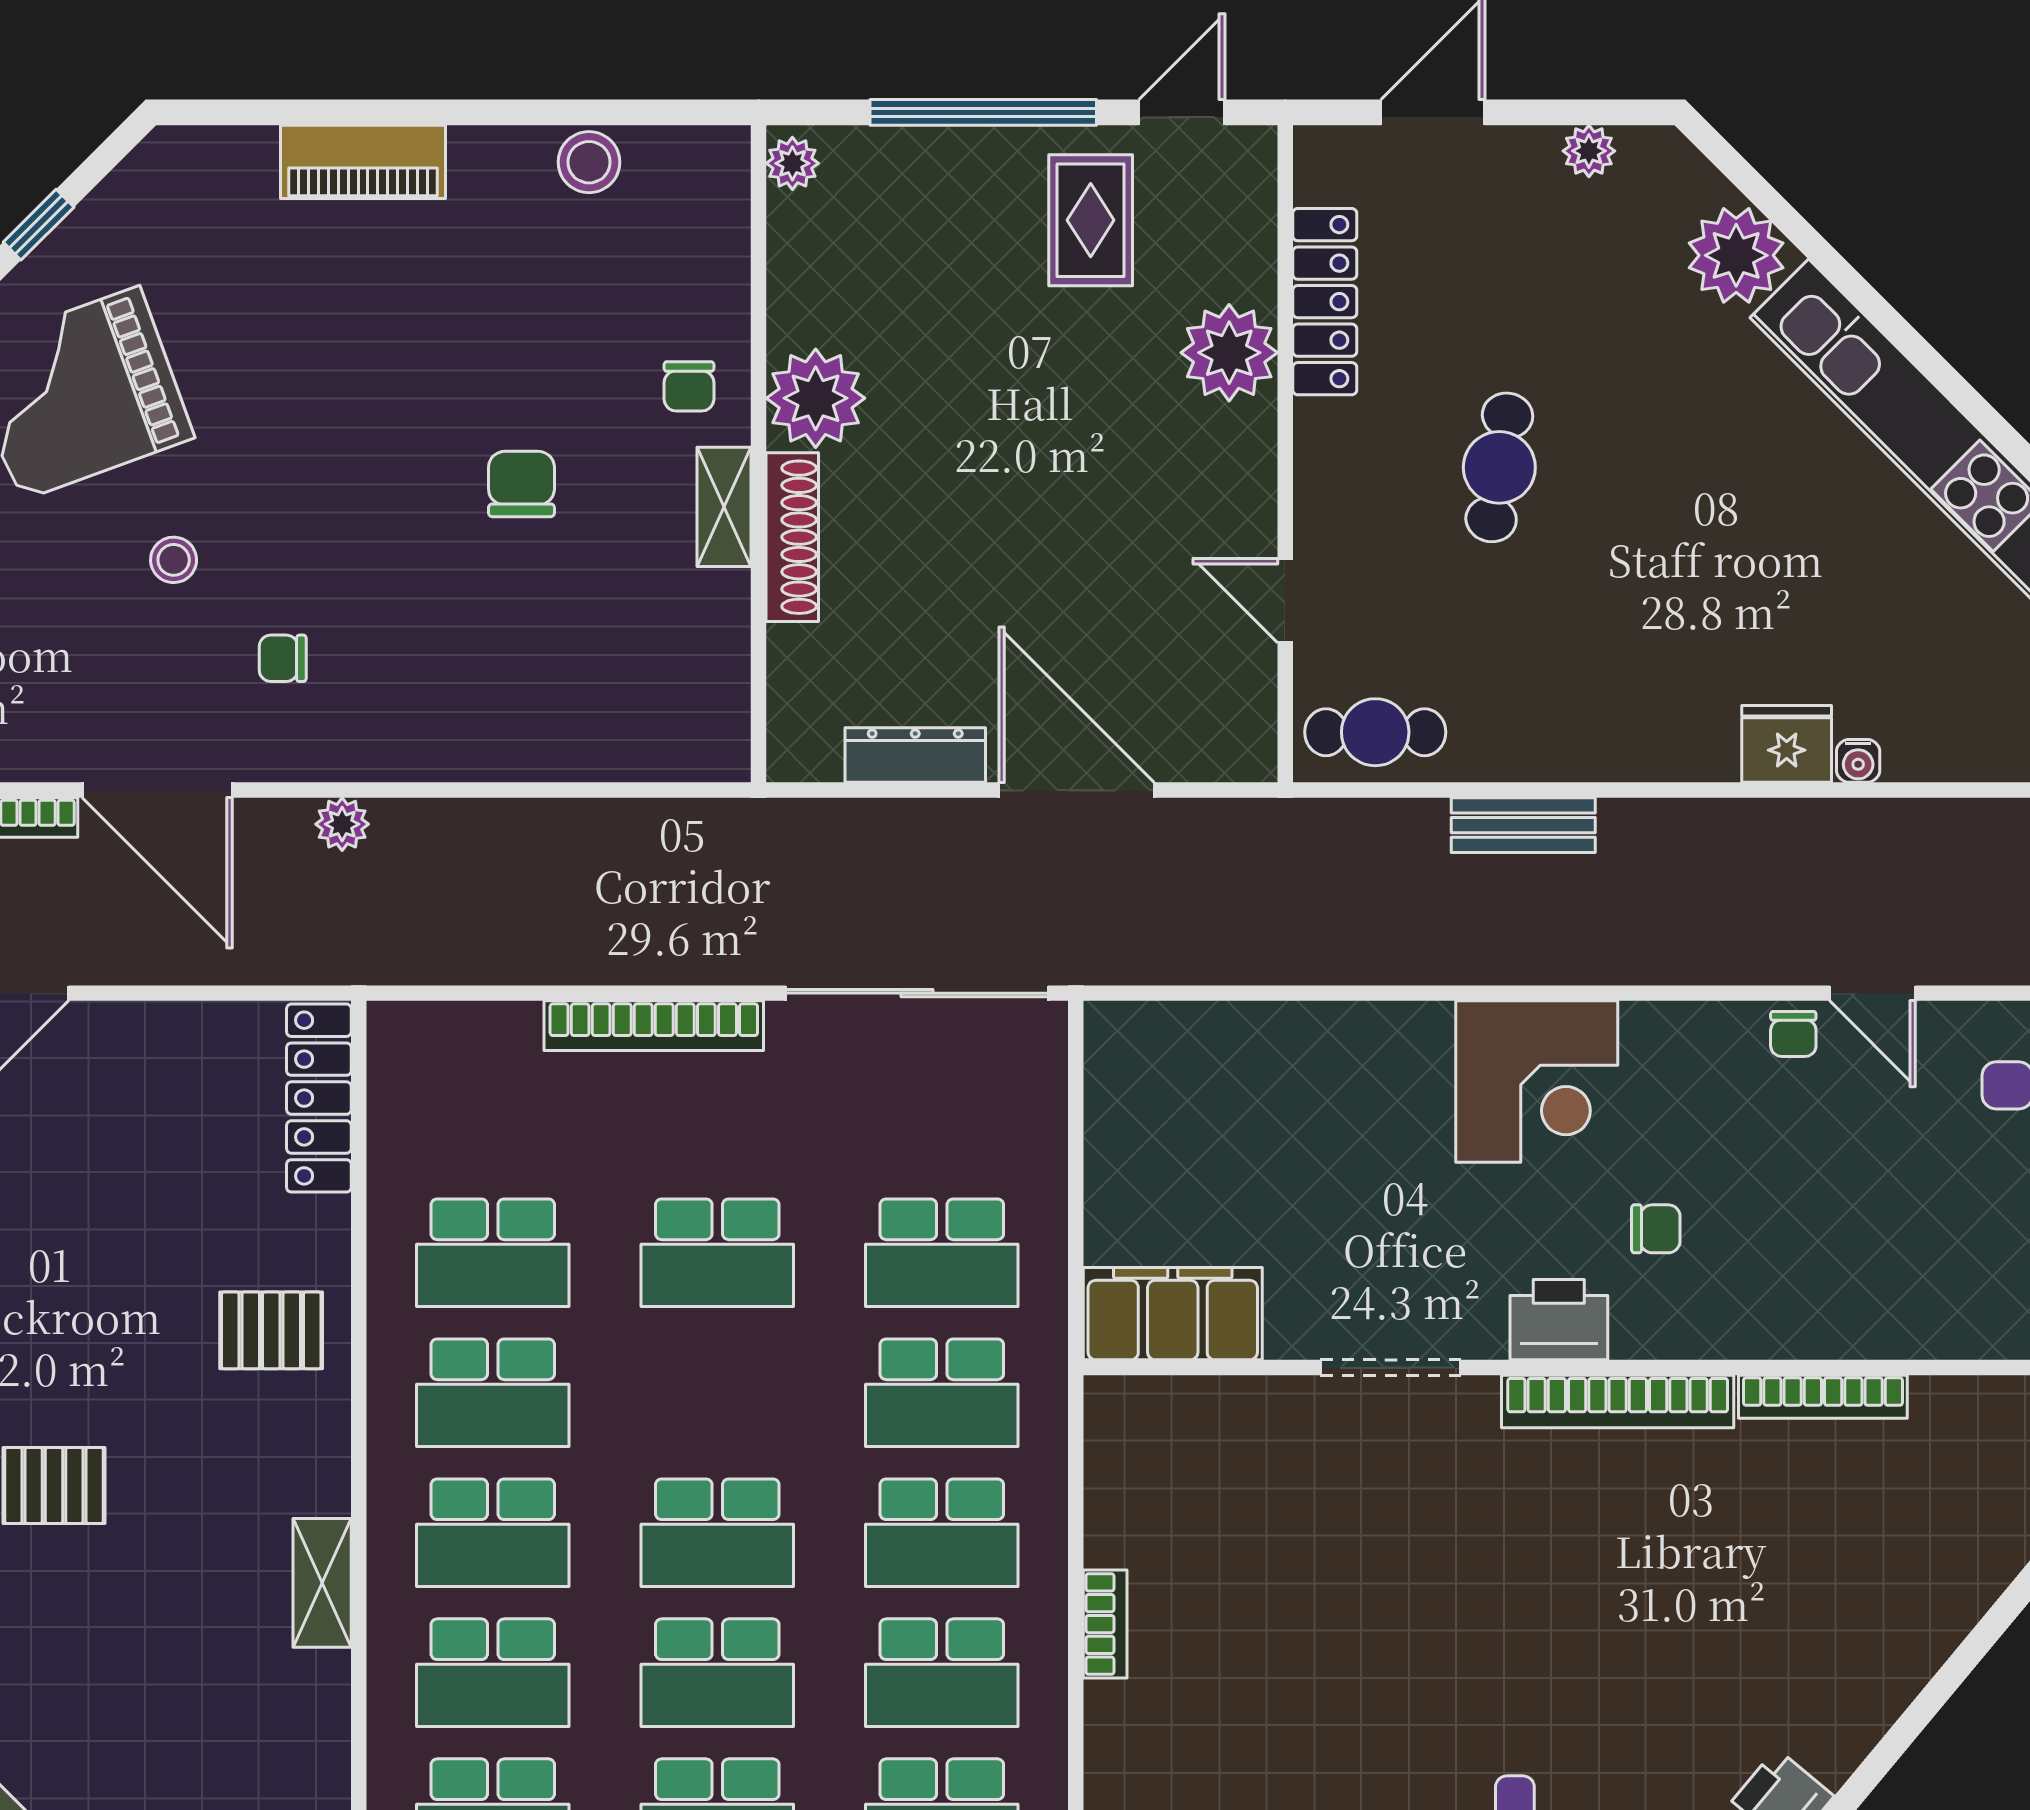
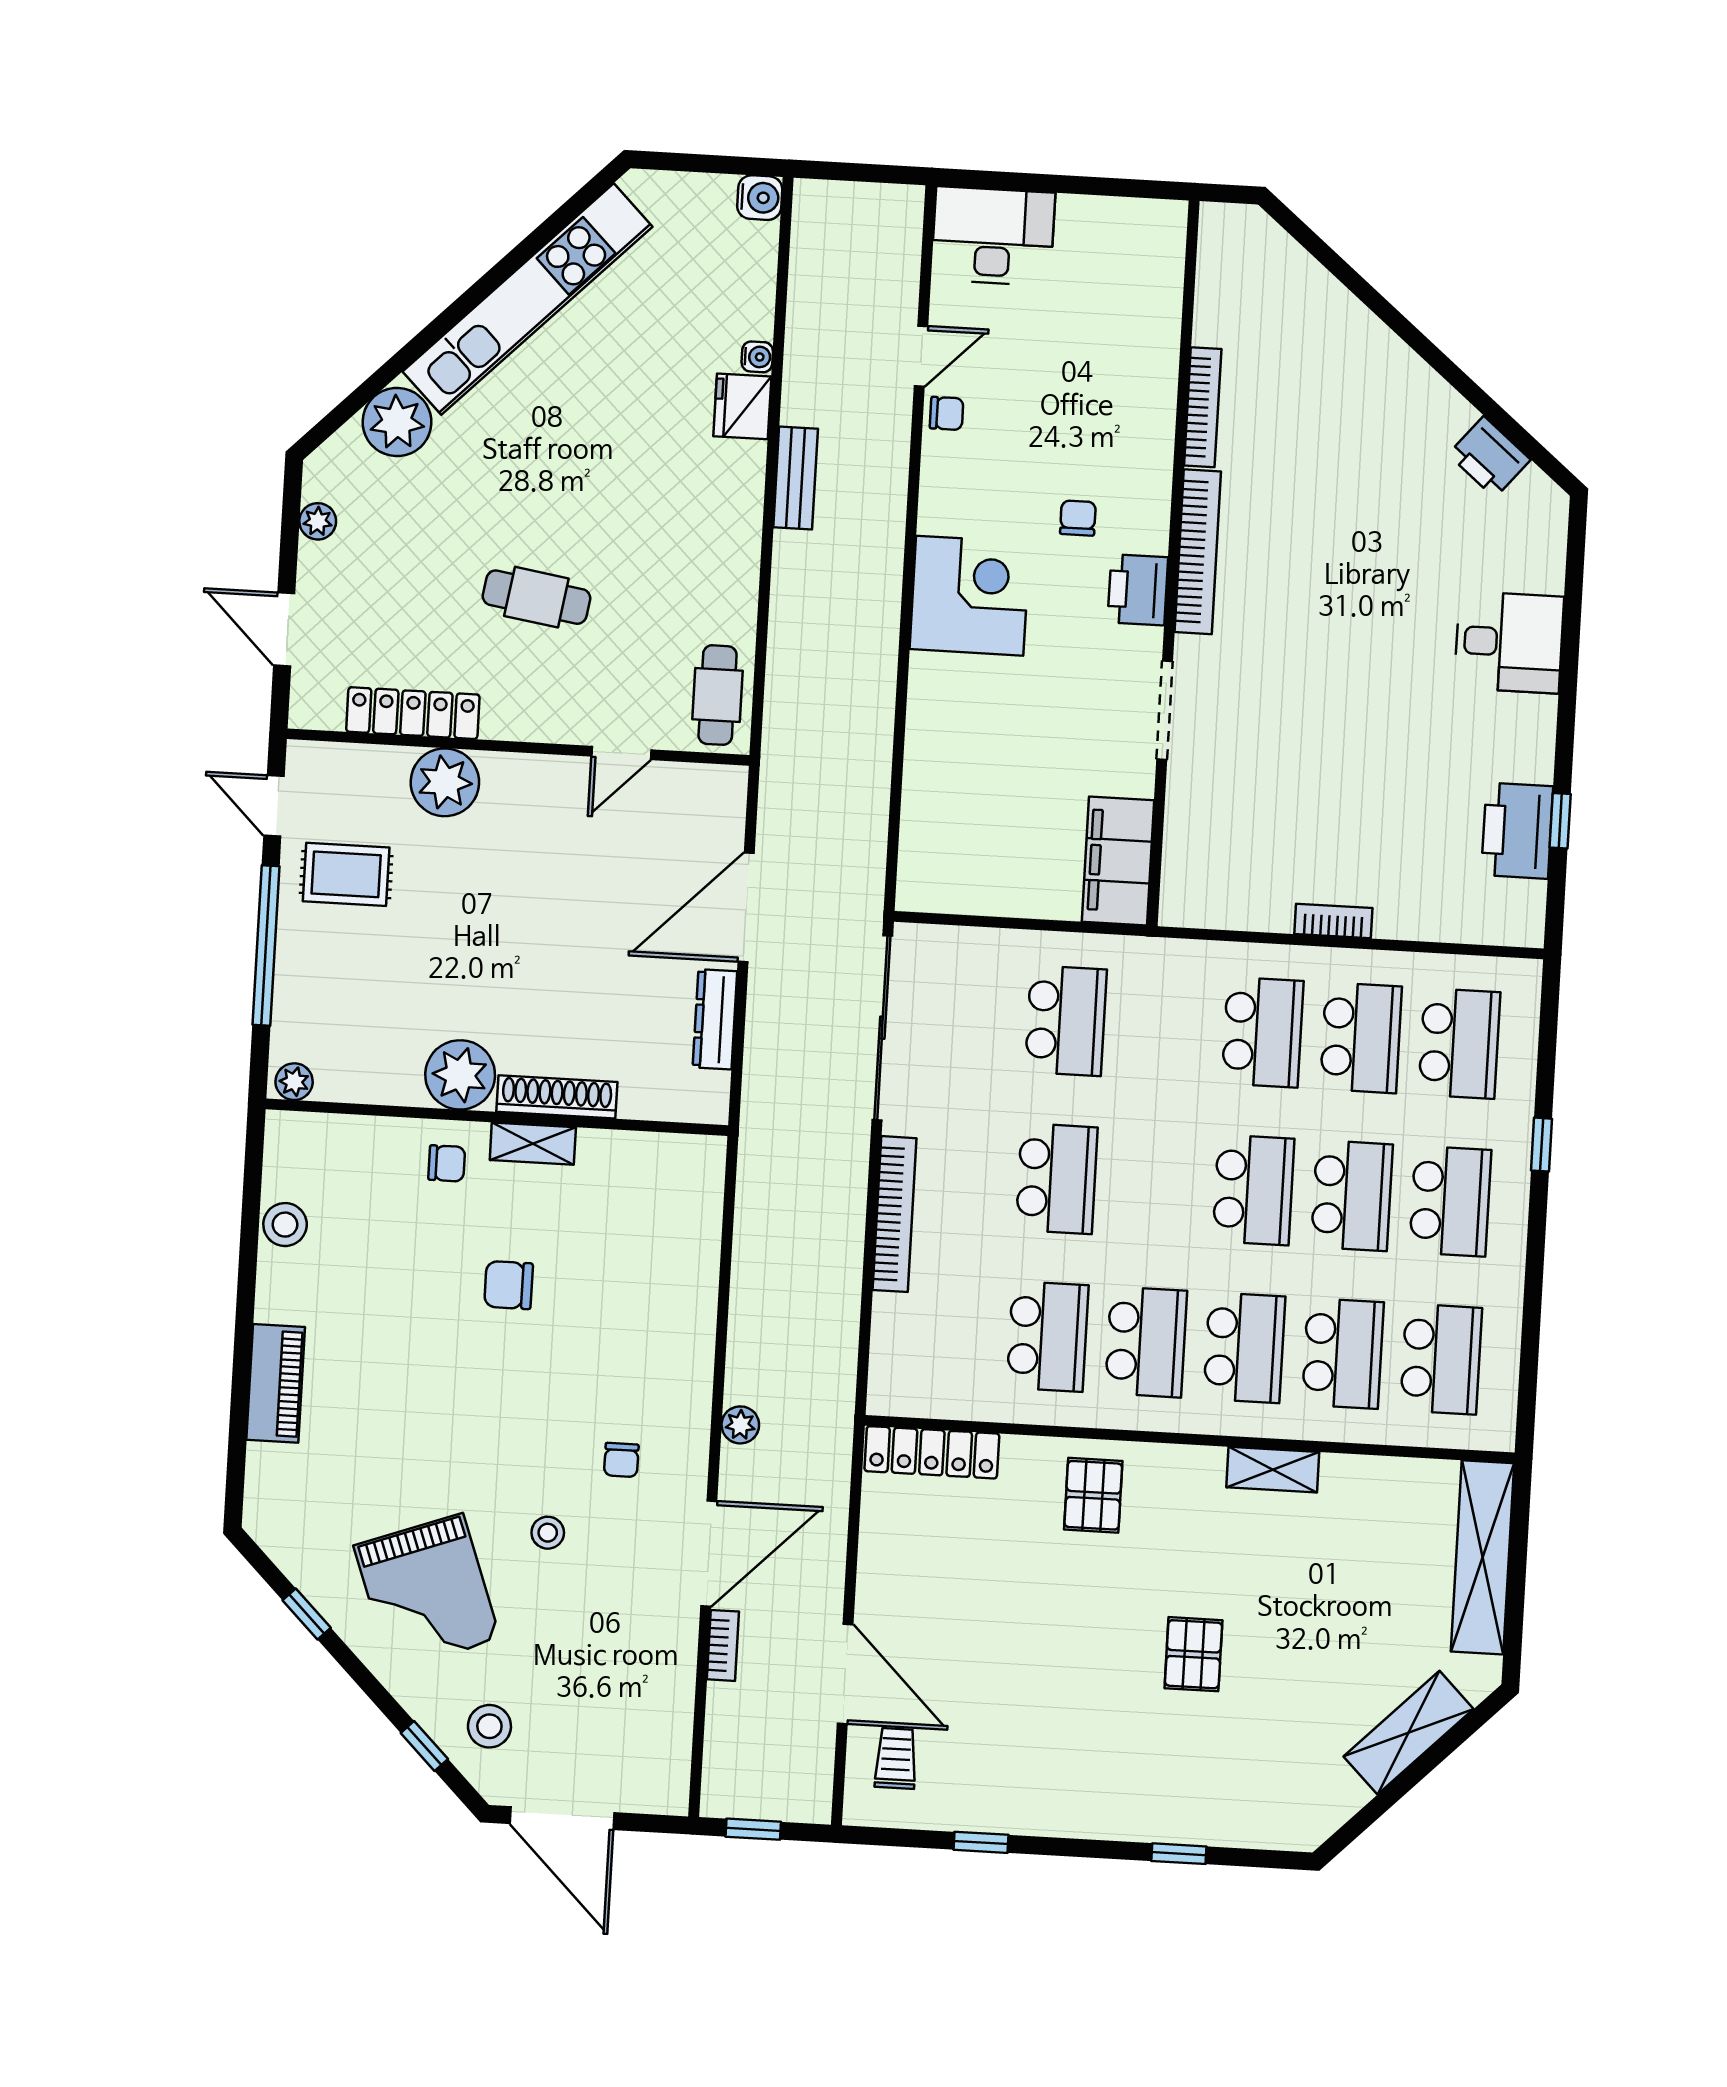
bench: (1523, 825) -> (796, 478), moved
school desk: (942, 1393) -> (1164, 1026), removed

